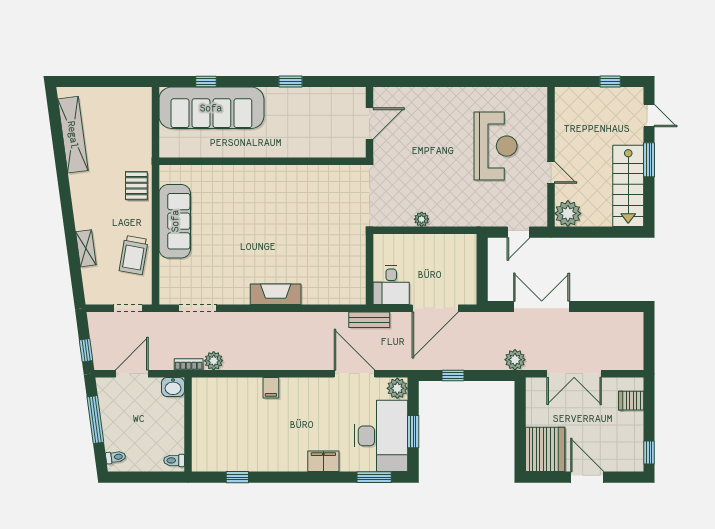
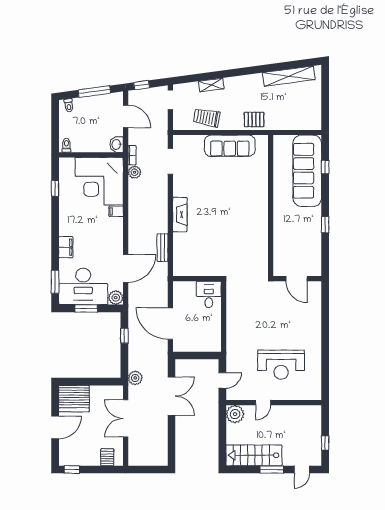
plant: (422, 219) -> (231, 314), removed
door: (519, 232) -> (222, 380), swing flipped
desk: (391, 285) -> (209, 294), moved, turned 90
doorway: (128, 308) -> (170, 100), moved
bench: (369, 320) -> (162, 248), moved
corner desk: (227, 412) -> (99, 181), added

